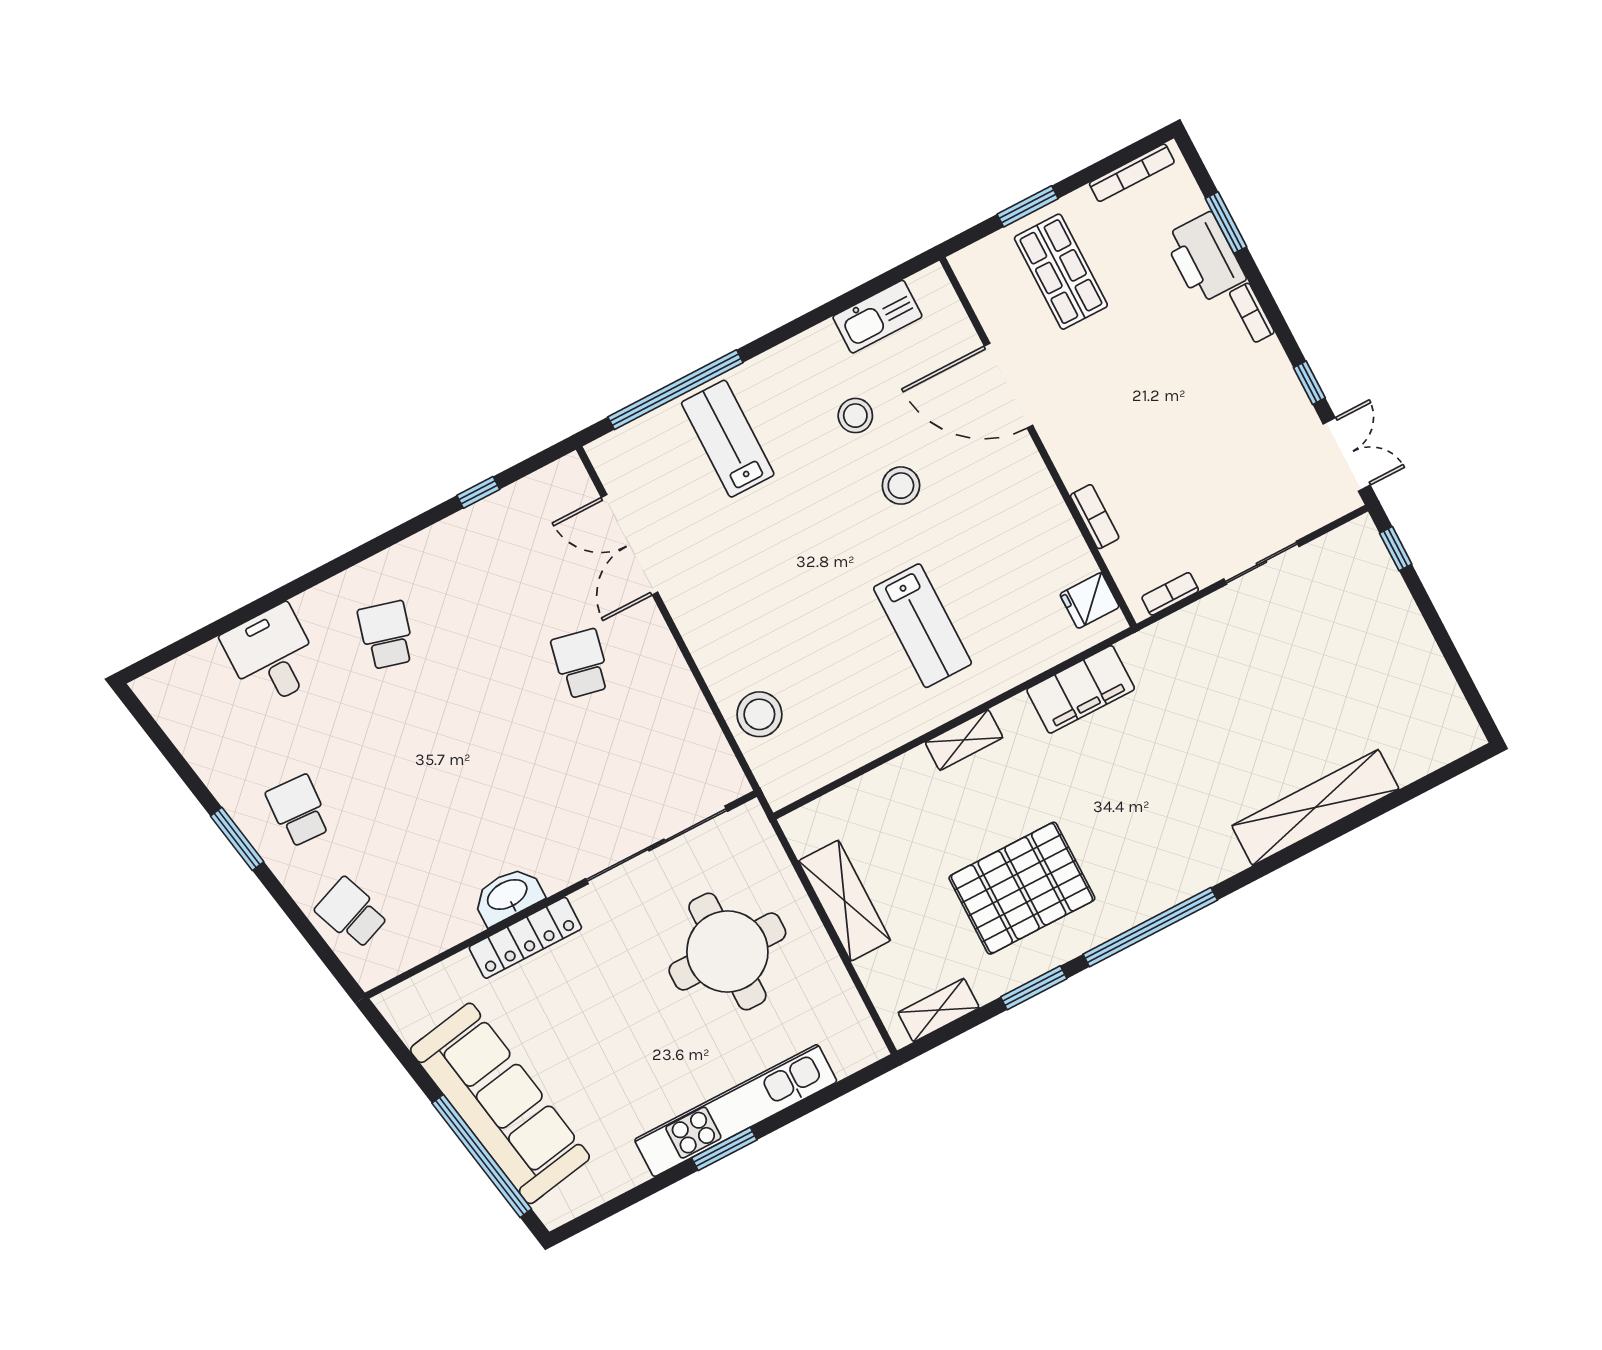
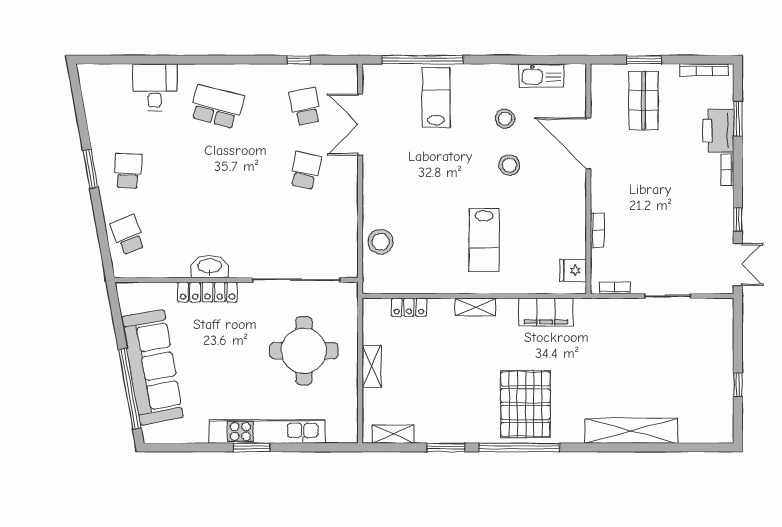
window: (1396, 549) -> (738, 384), moved
school desk: (528, 561) -> (305, 107), added
school desk: (386, 635) -> (217, 107), width x1.85
locker: (859, 795) -> (409, 307), added
pallet: (1022, 888) -> (525, 404), moved, turned 90
shelving: (845, 901) -> (372, 366), width x0.67, depth x0.75

